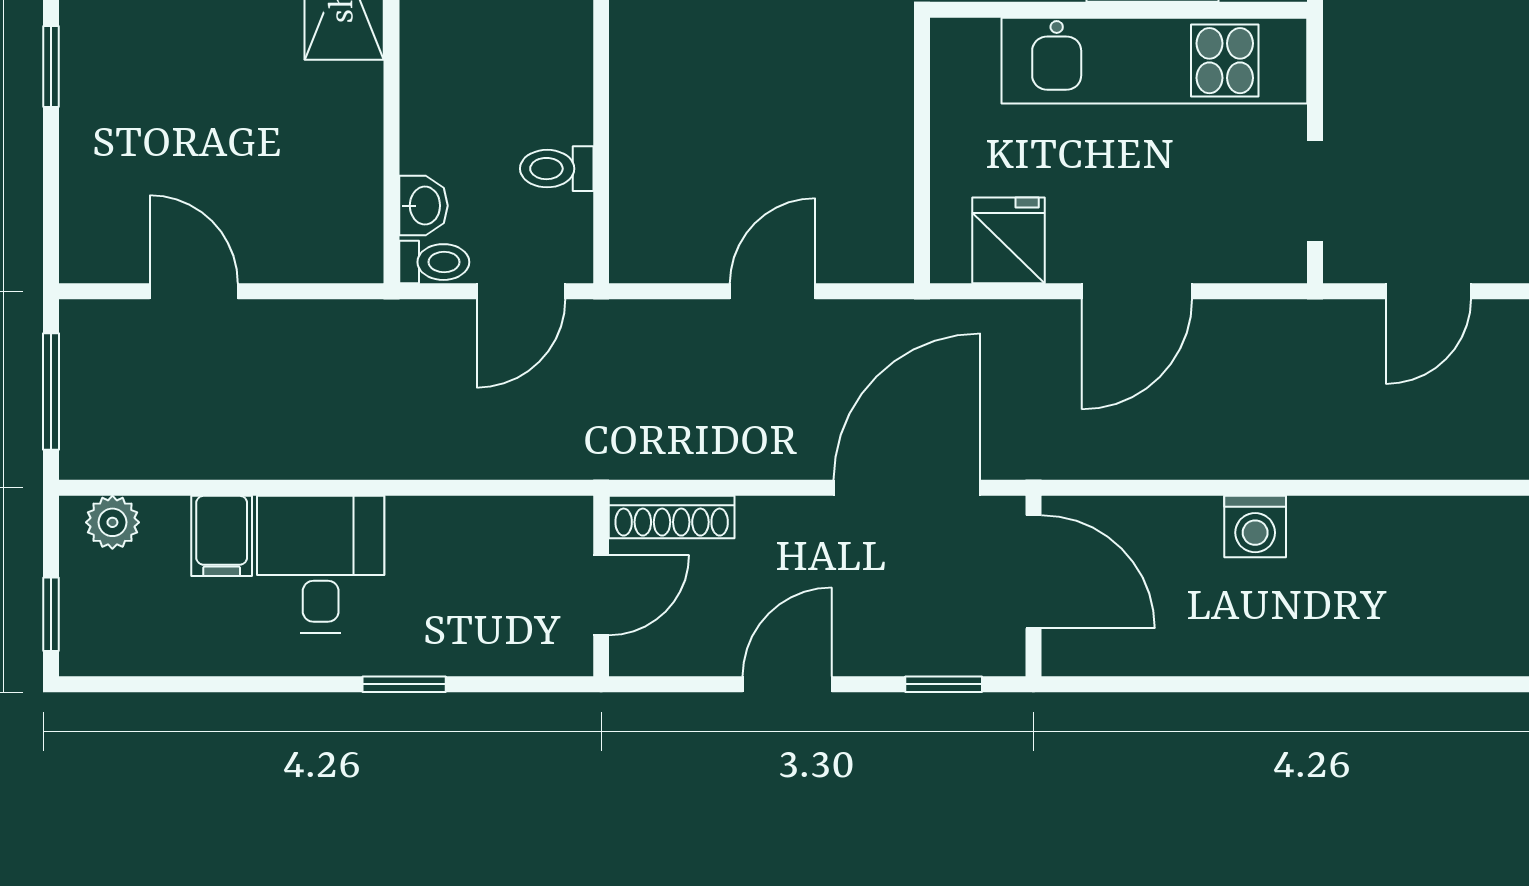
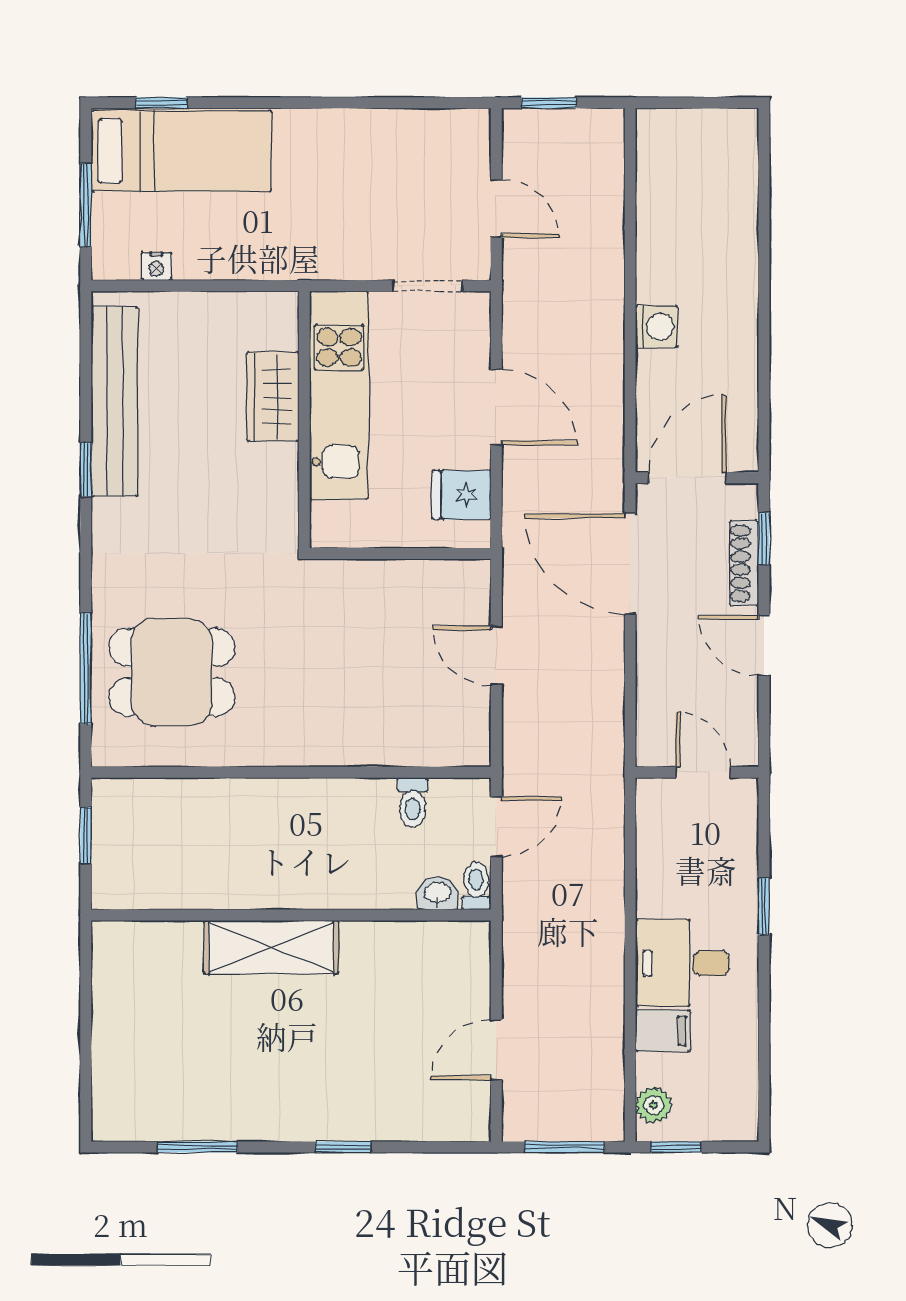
door: (521, 291) -> (496, 827), hinge flipped
shoe rack: (672, 517) -> (744, 563), moved, turned 180
window: (51, 614) -> (676, 1147), moved

